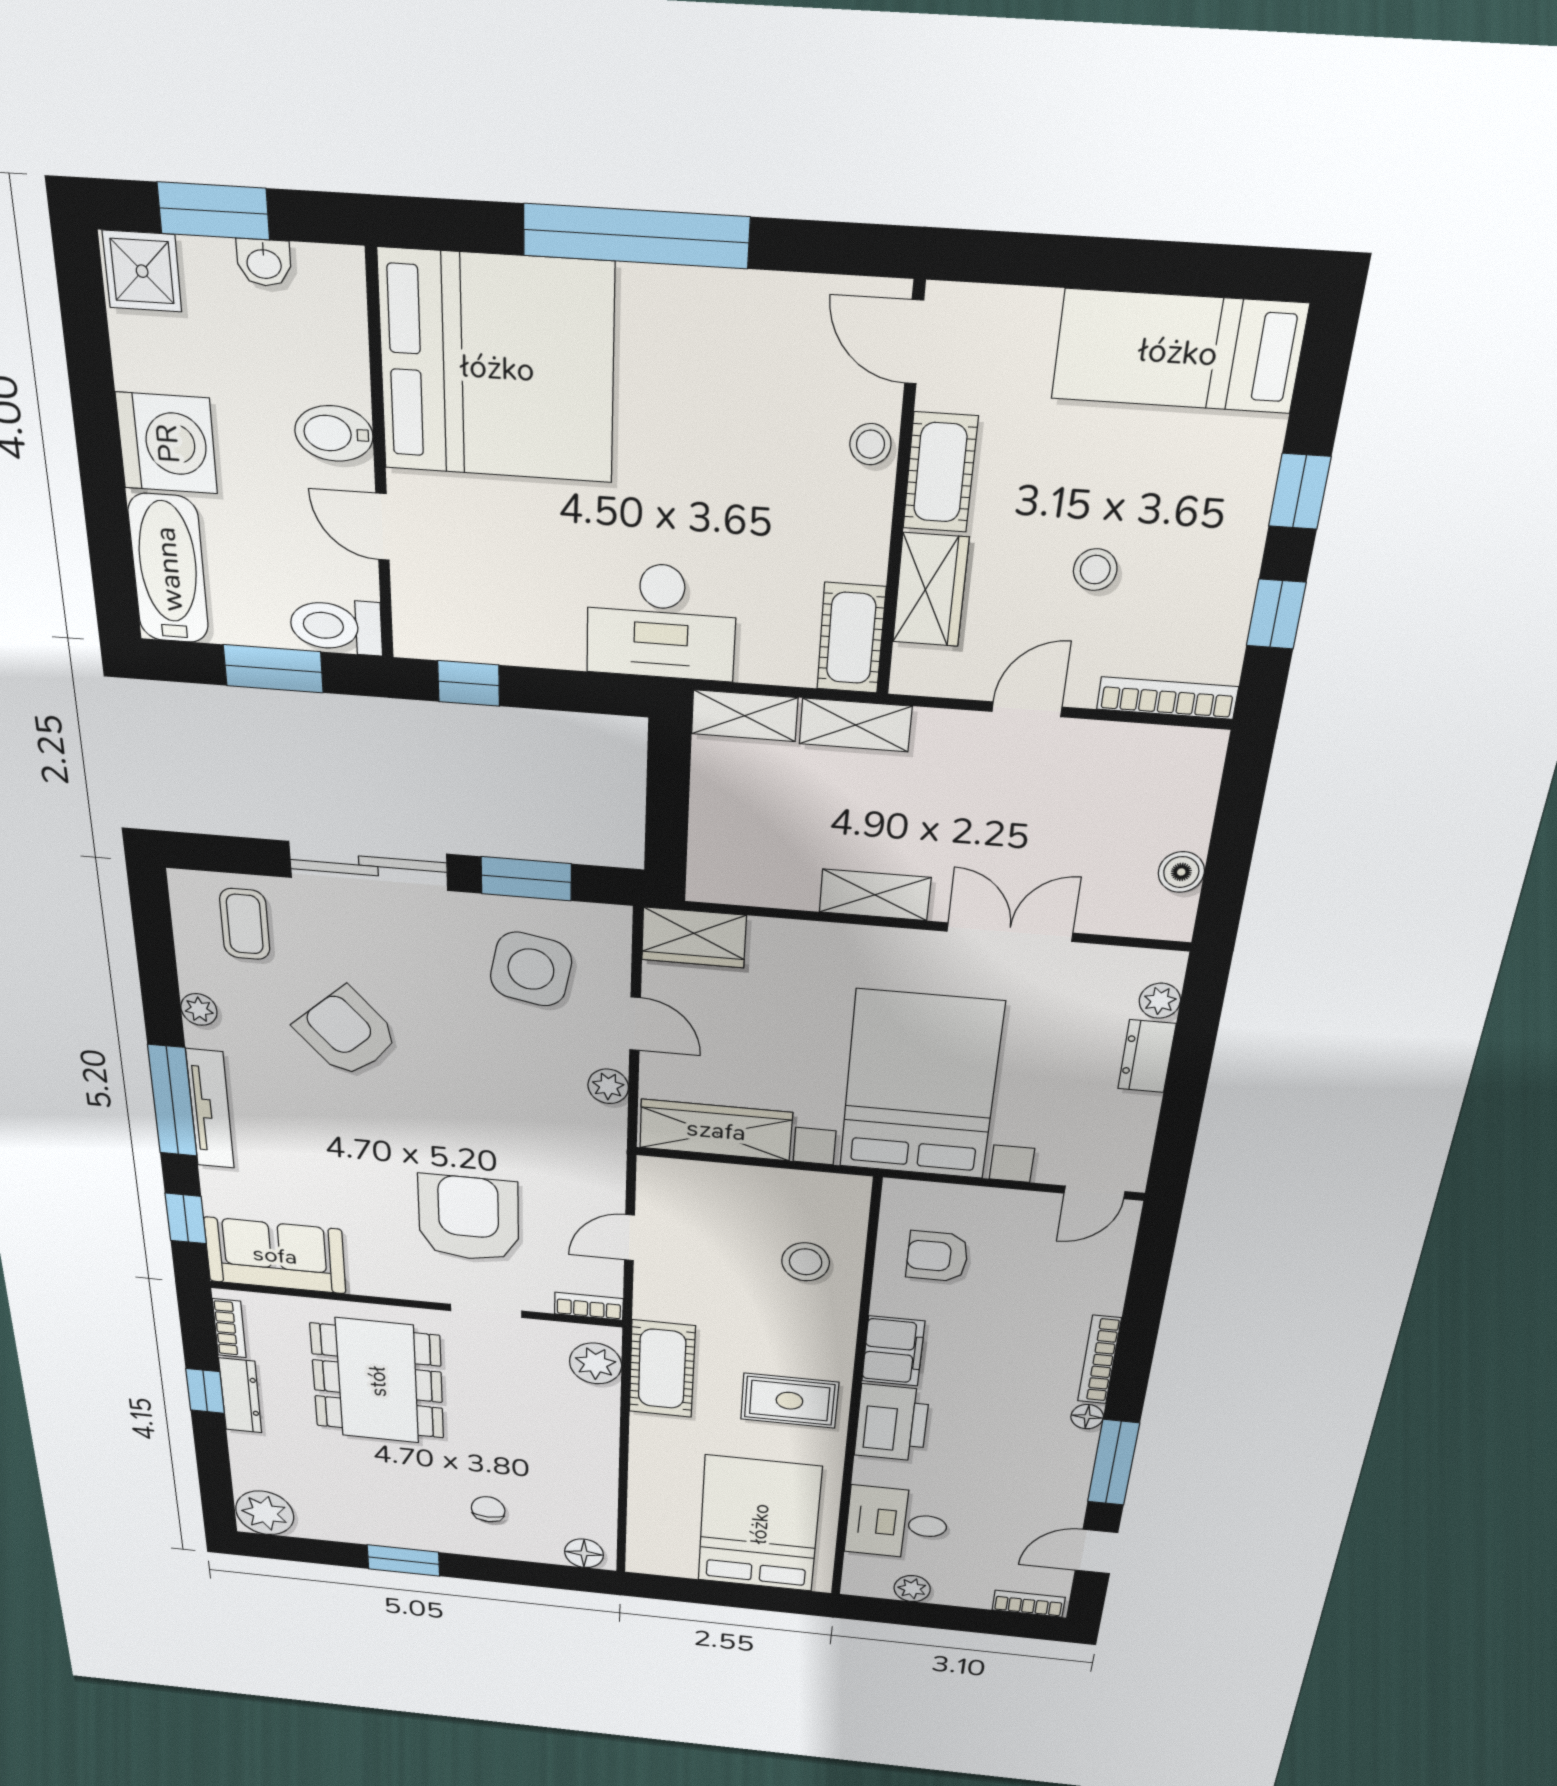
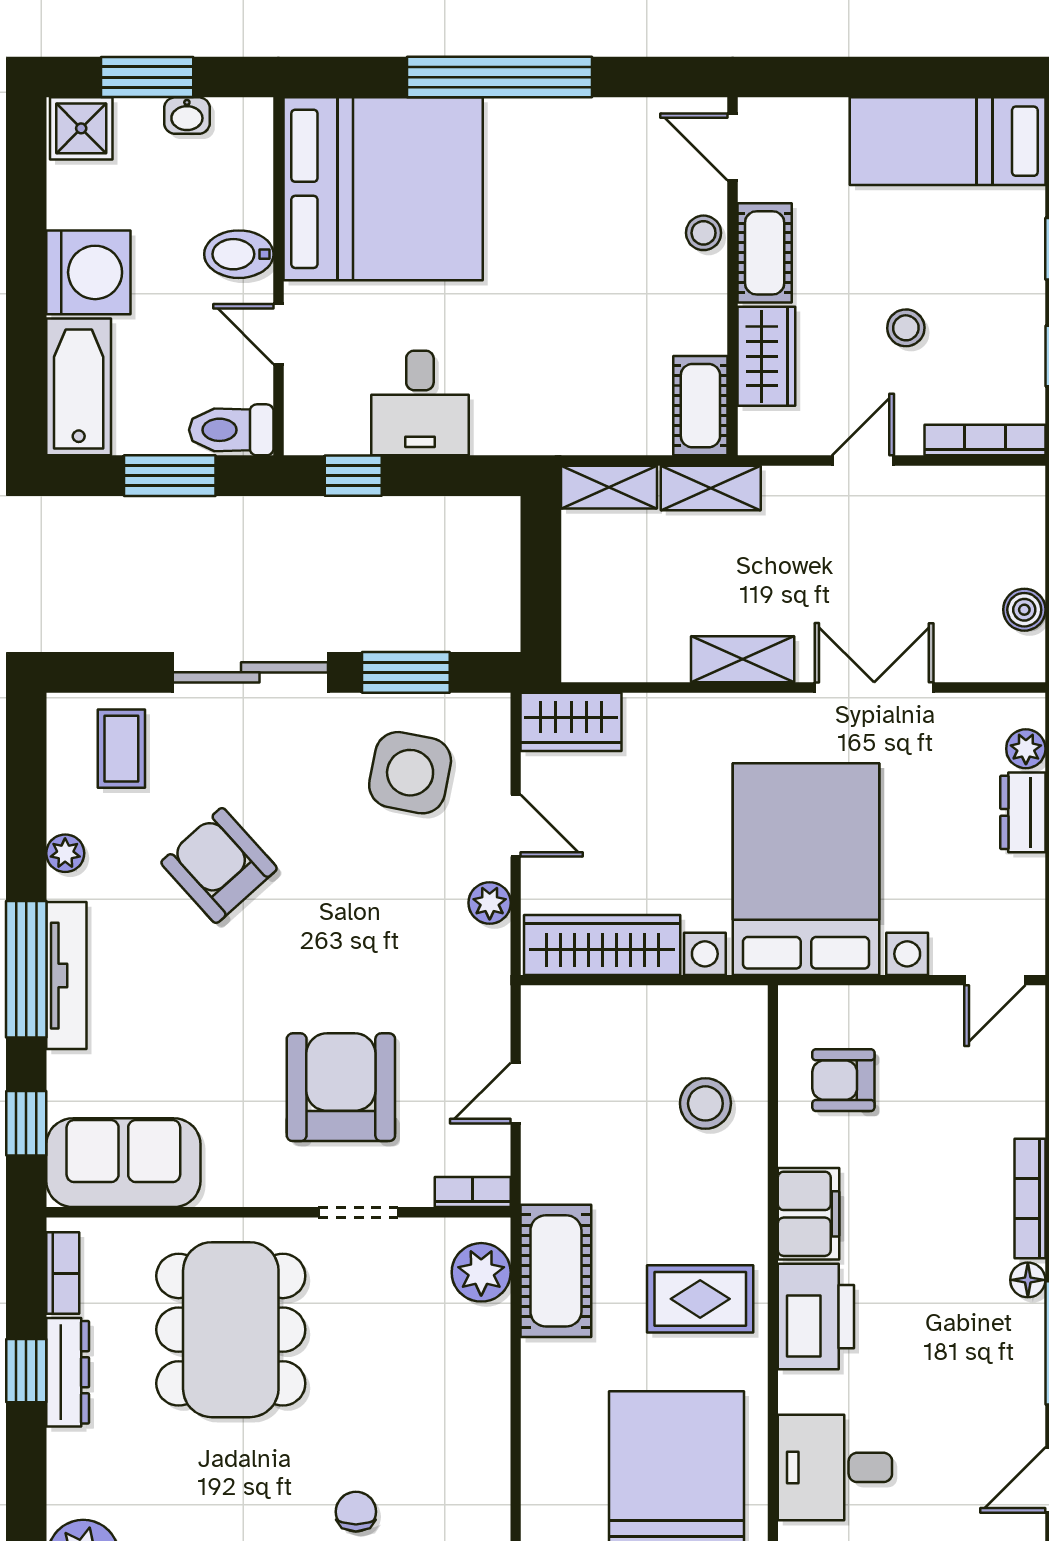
desk: (661, 622) -> (420, 403), moved, width x0.73

